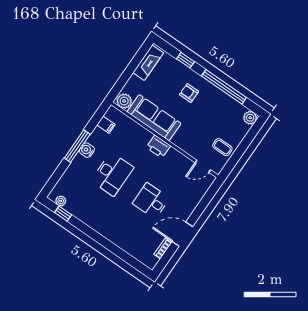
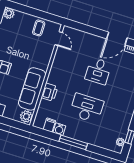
printer: (158, 147) -> (49, 92), moved
water cooler: (87, 150) -> (59, 129), moved
door: (182, 234) -> (117, 38), hinge flipped

